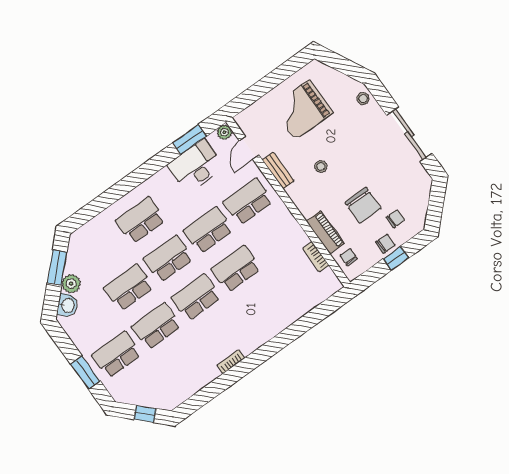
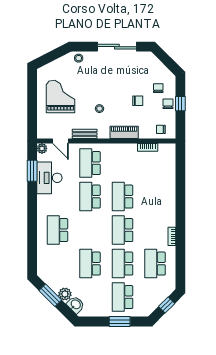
grand piano: (302, 110) -> (61, 96), turned 180
chair: (363, 205) -> (138, 101), width x0.54, depth x0.54
piano: (325, 232) -> (124, 132), moved
school desk: (168, 259) -> (155, 264), moved

